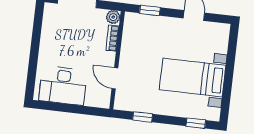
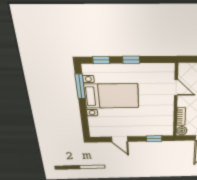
window: (227, 95) -> (80, 86), added
window: (143, 117) -> (131, 60), moved

